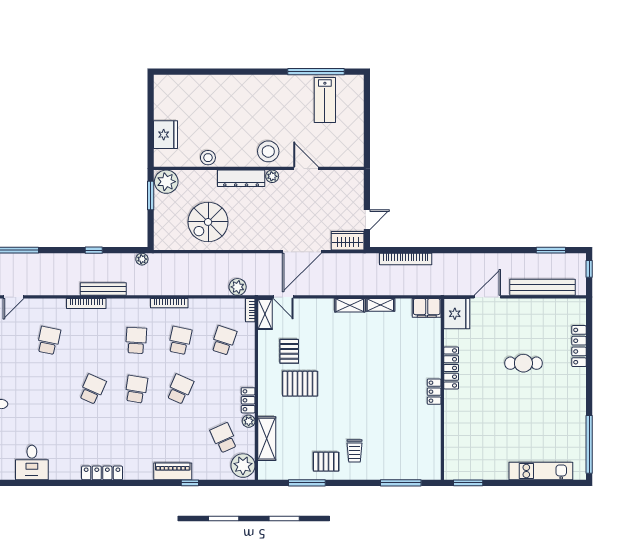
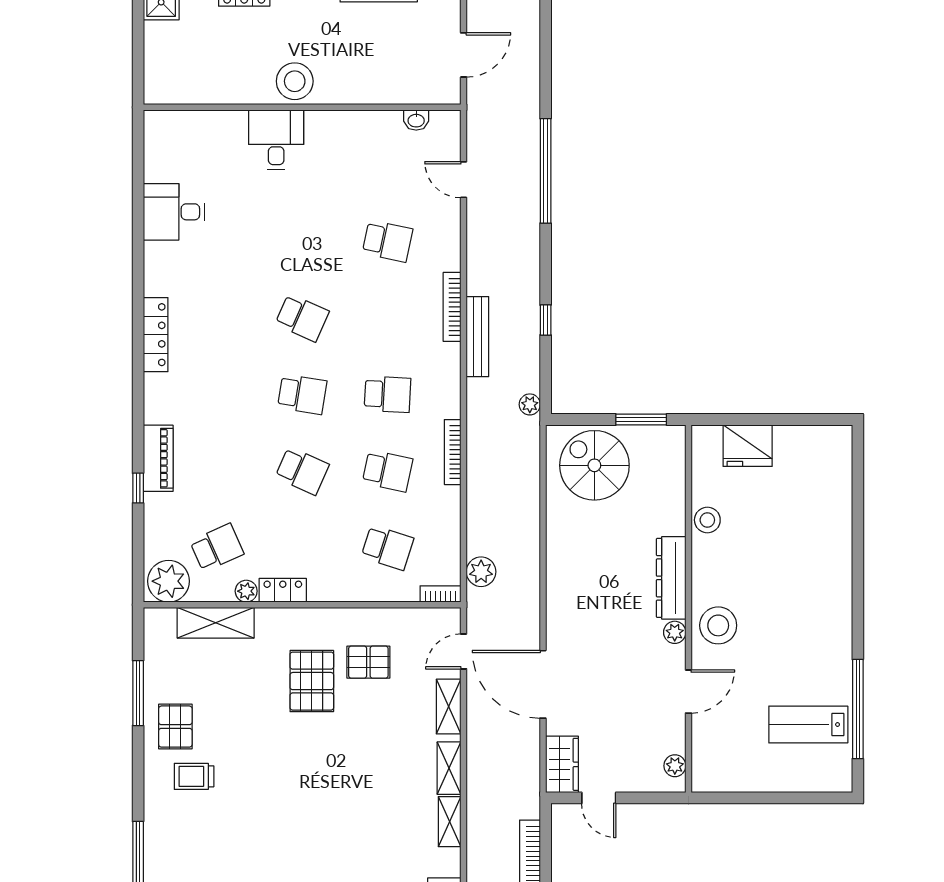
plant: (166, 182) -> (675, 766), moved, width x0.53, depth x0.53
spiral stairs: (208, 222) -> (594, 465), moved
shelving: (265, 314) -> (449, 707), moved, turned 90

